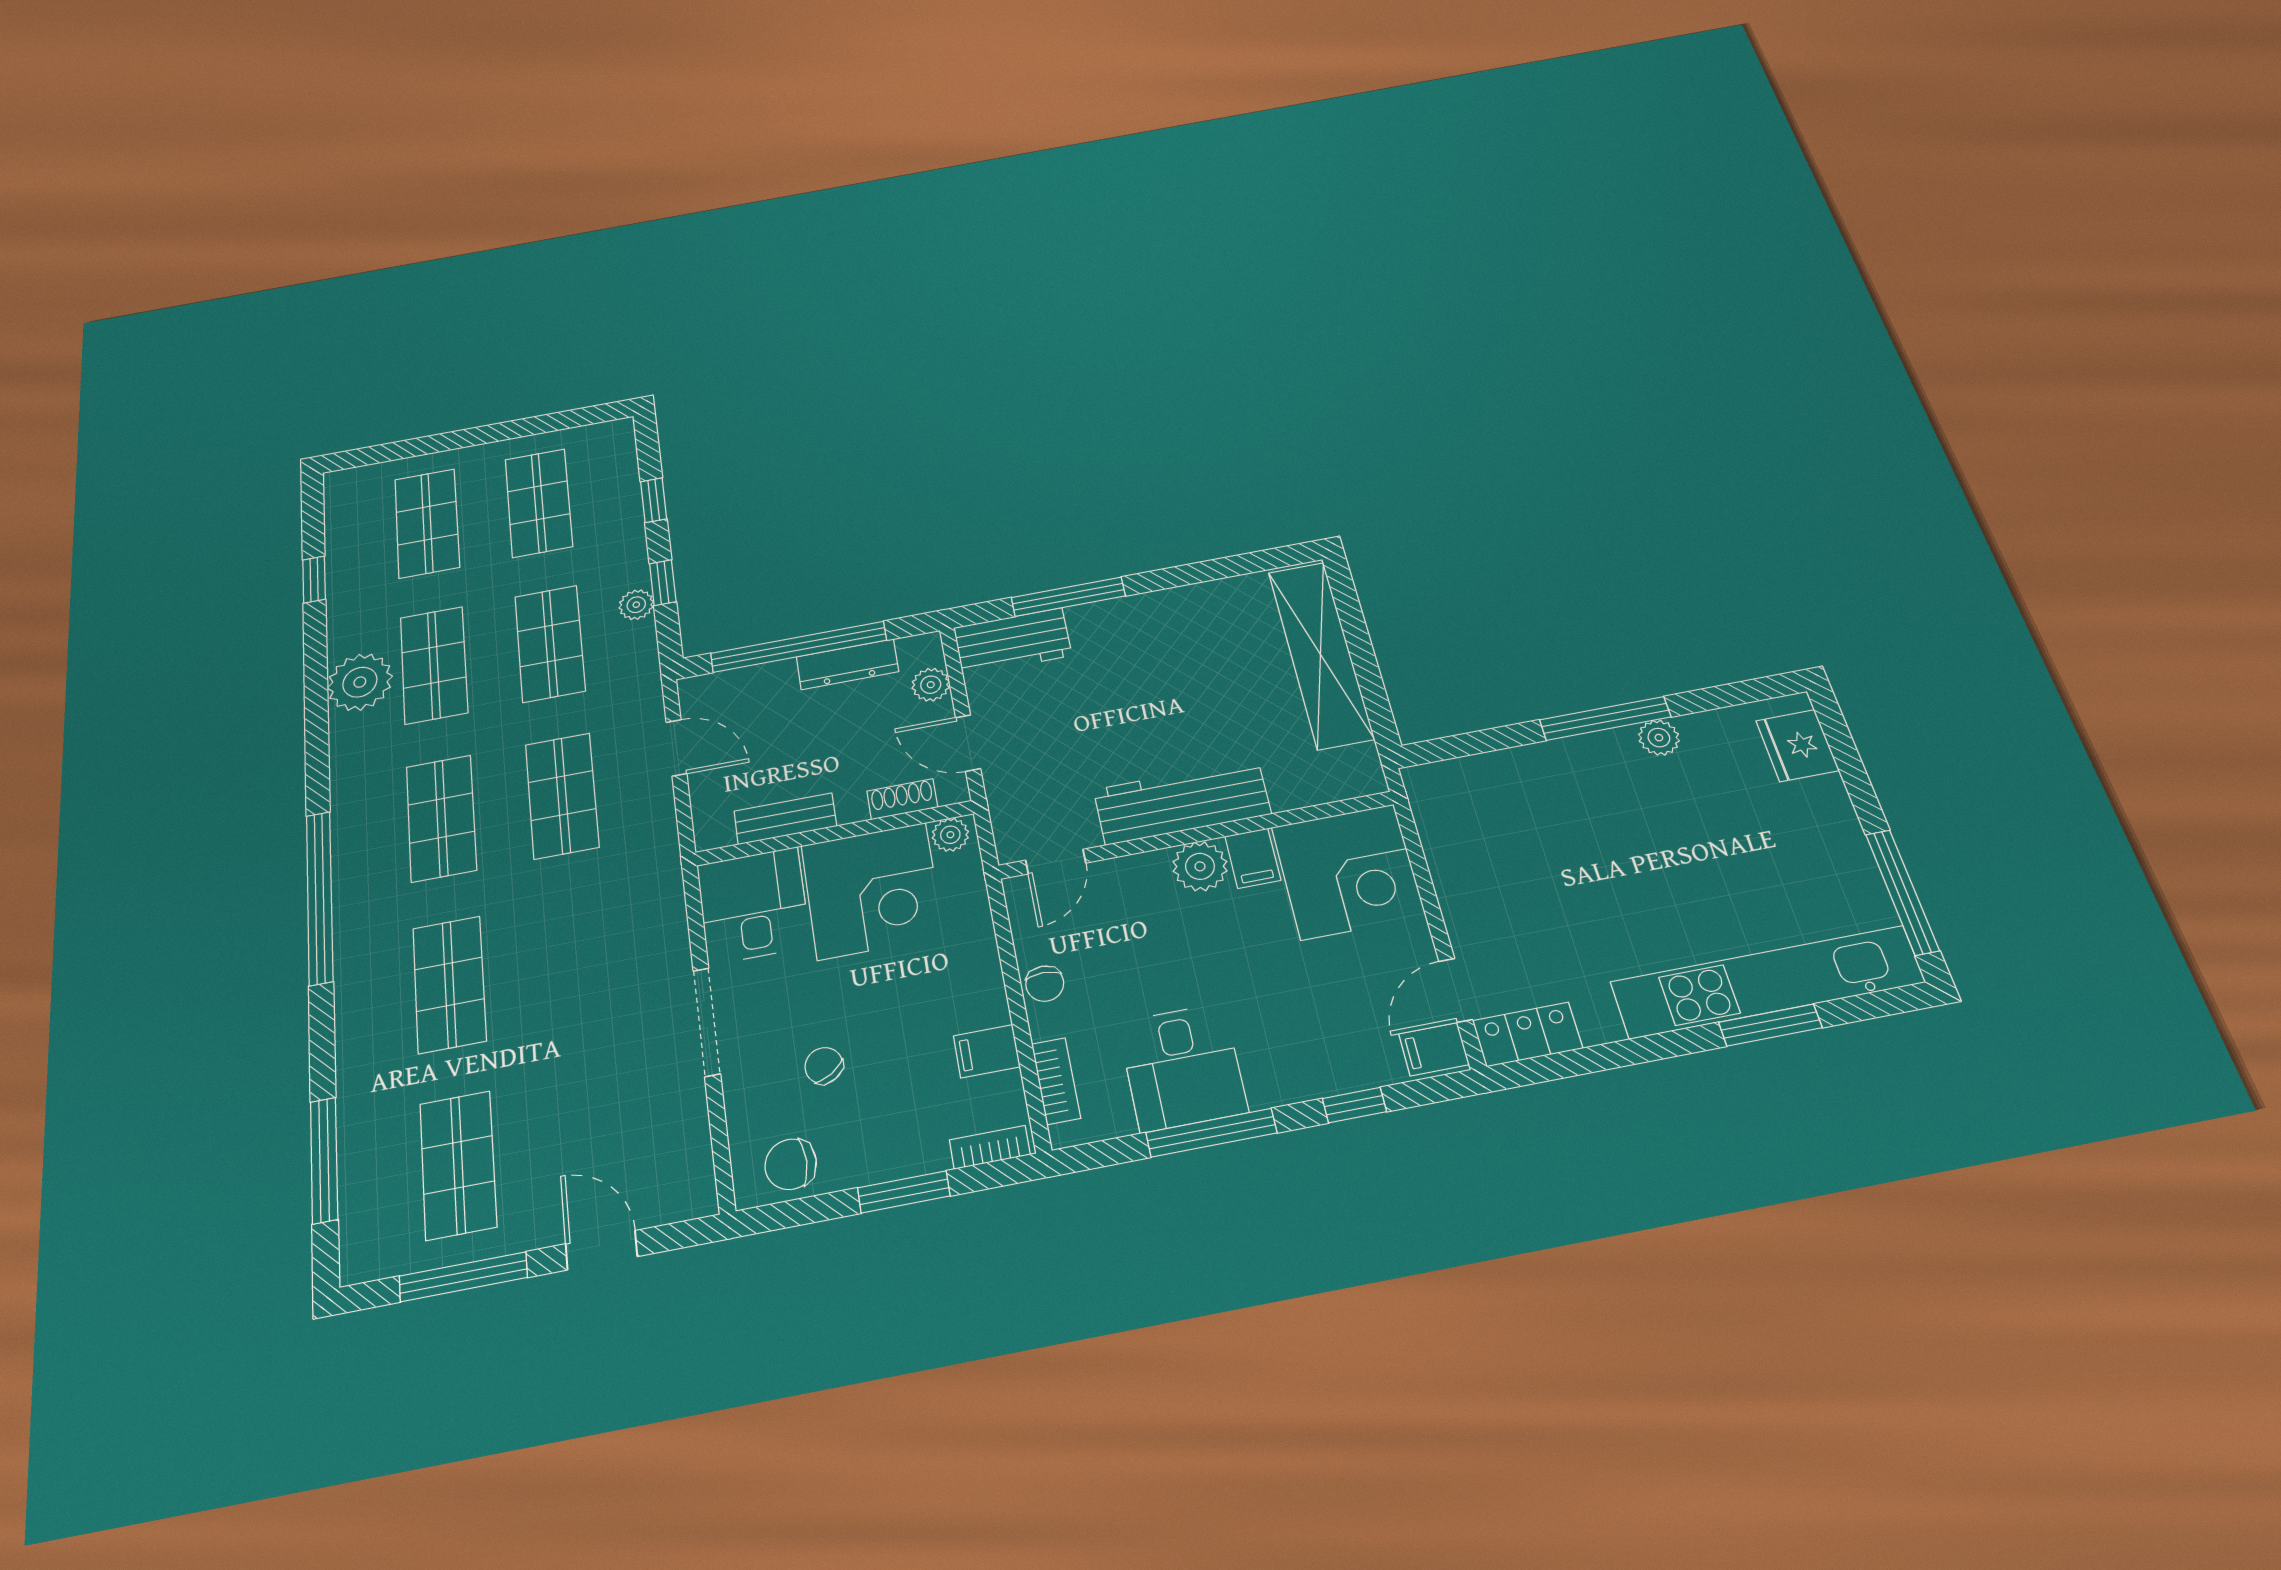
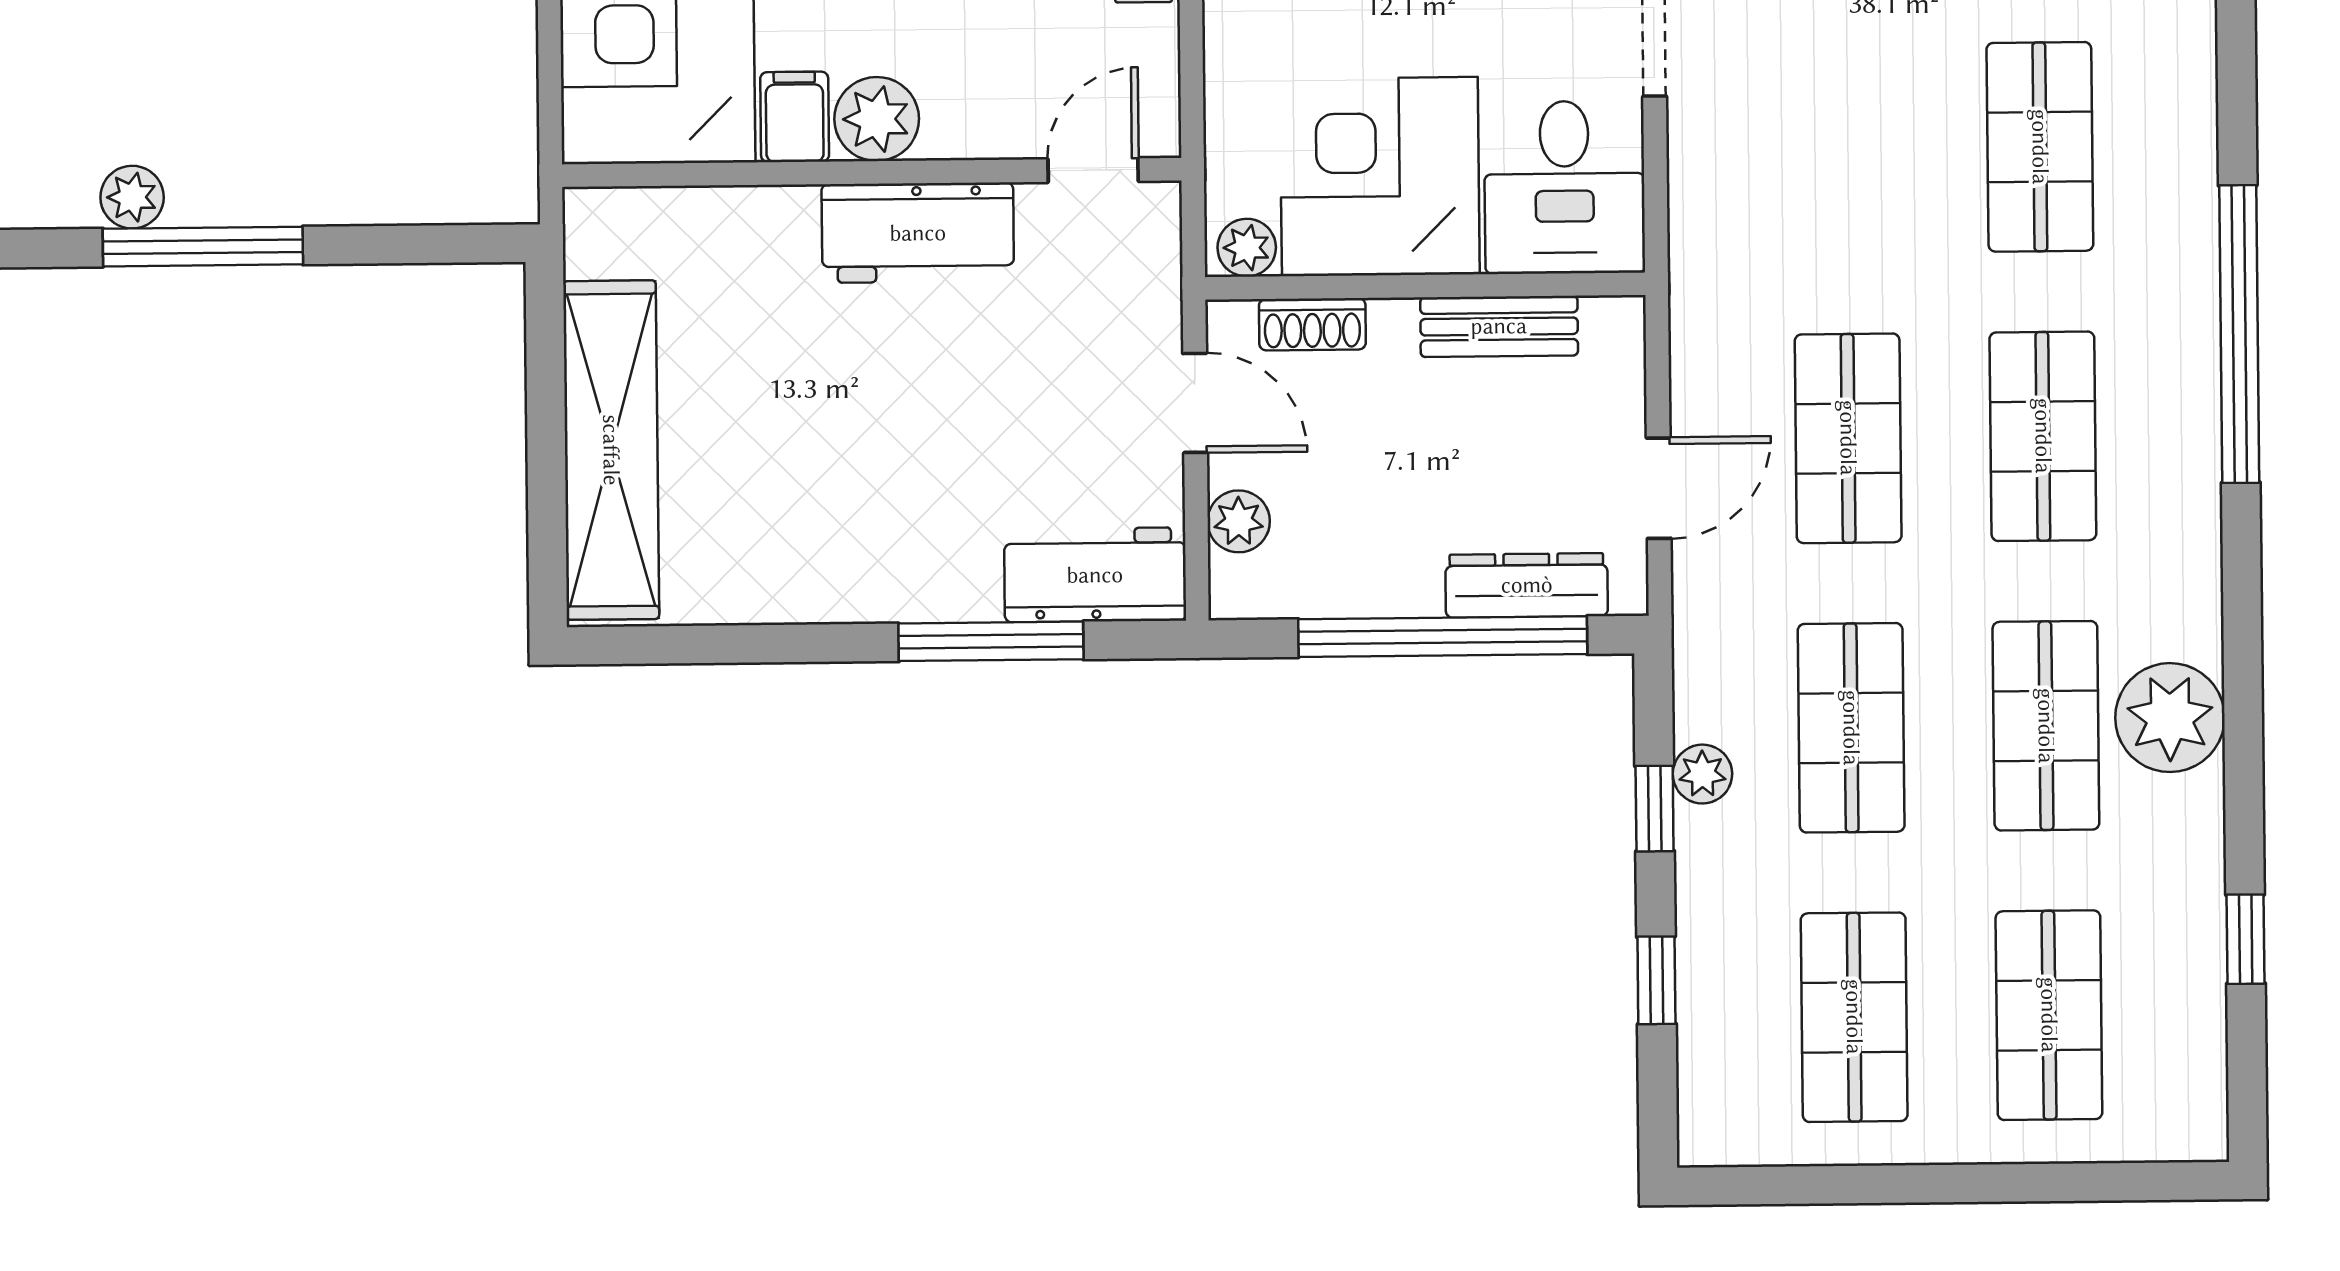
dresser: (847, 664) -> (1527, 585), moved
door: (677, 748) -> (1659, 488), swing flipped
workbench: (1182, 802) -> (918, 233), width x0.73

